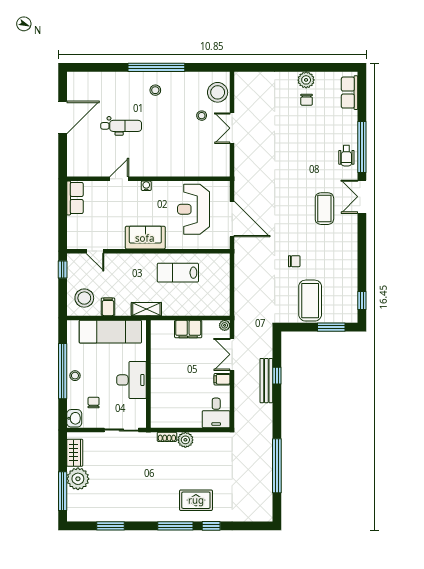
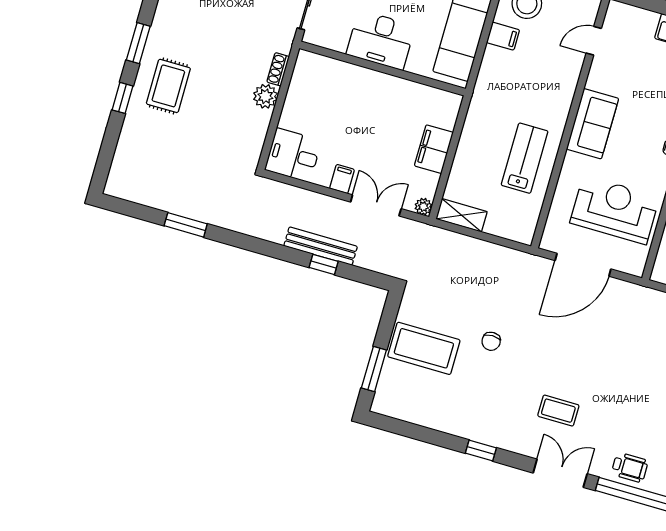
wheelchair: (346, 156) -> (630, 467), turned 180
coffee table: (324, 209) -> (558, 411), width x0.73, depth x0.77
window: (362, 300) -> (481, 451), moved
shelving: (146, 309) -> (462, 215), moved, turned 90
window: (277, 466) -> (186, 225), width x0.47
window: (175, 526) -> (138, 43), width x0.69

